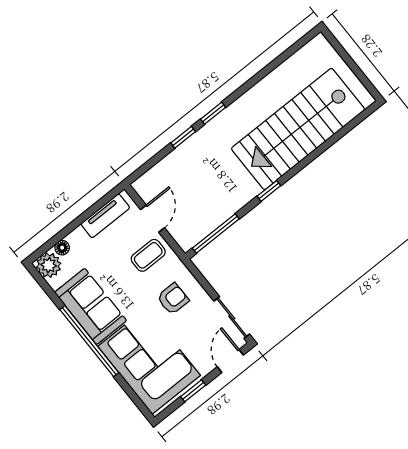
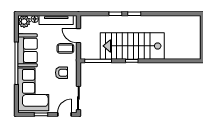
stairs: (298, 129) -> (132, 46), moved
tv unit: (105, 216) -> (56, 20), width x1.41
door: (152, 219) -> (78, 36), swing flipped

